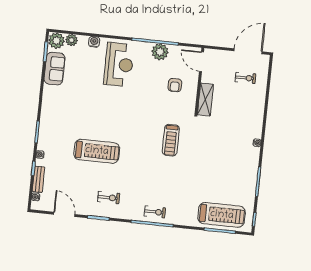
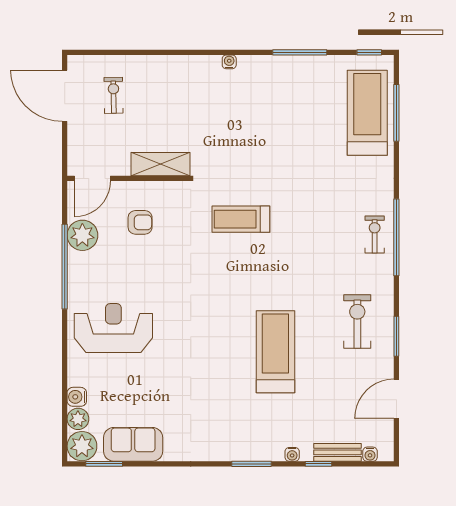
water cooler: (94, 42) -> (77, 397), moved
plant: (160, 52) -> (82, 235), moved
treadmill: (171, 140) -> (241, 219), turned 180
exercise bike: (109, 198) -> (357, 321), width x1.38, depth x1.39

